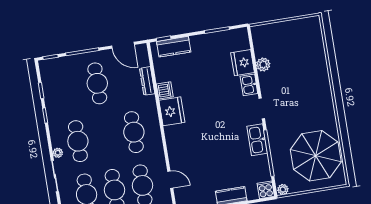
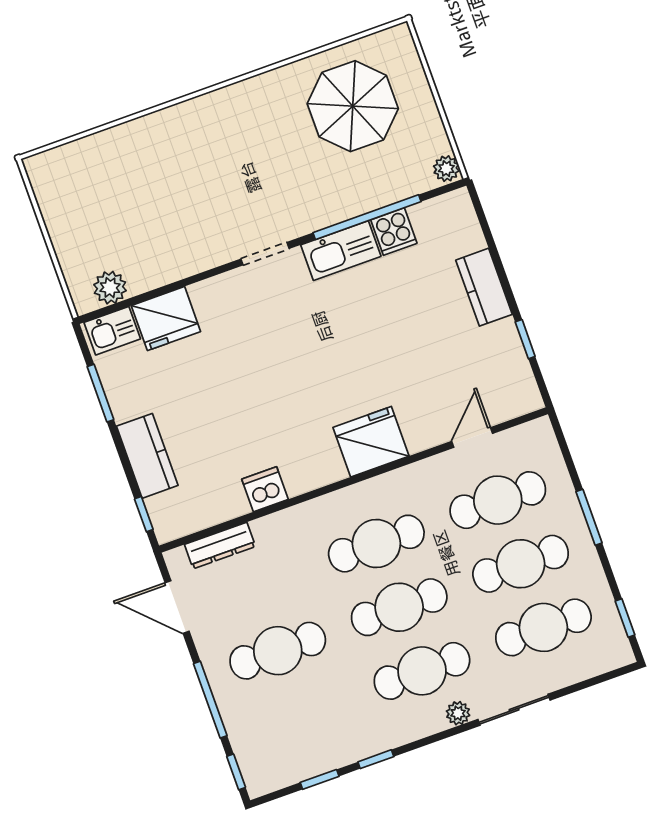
door: (123, 45) -> (177, 607), swing flipped
kitchen counter: (174, 47) -> (147, 456), moved
plant: (263, 65) -> (110, 288), moved
dresser: (147, 81) -> (220, 545), moved
kitchen sink: (249, 85) -> (112, 331), moved
fridge: (172, 111) -> (371, 442), moved
cafe table: (106, 137) -> (399, 607), added
parasol: (316, 156) -> (353, 106), width x0.73, depth x0.73
cooker: (266, 190) -> (394, 232), moved, turned -90

